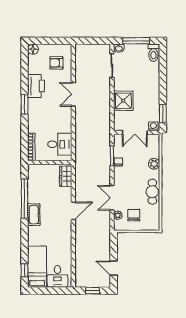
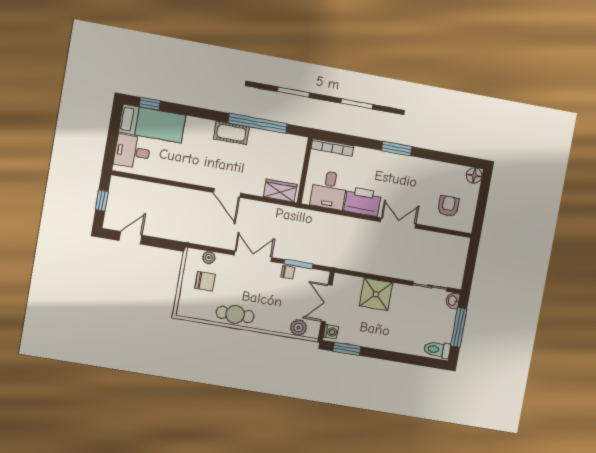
printer: (36, 86) -> (363, 202), moved, turned 180
plant: (154, 164) -> (298, 328), moved
double door: (112, 198) -> (253, 256), moved

